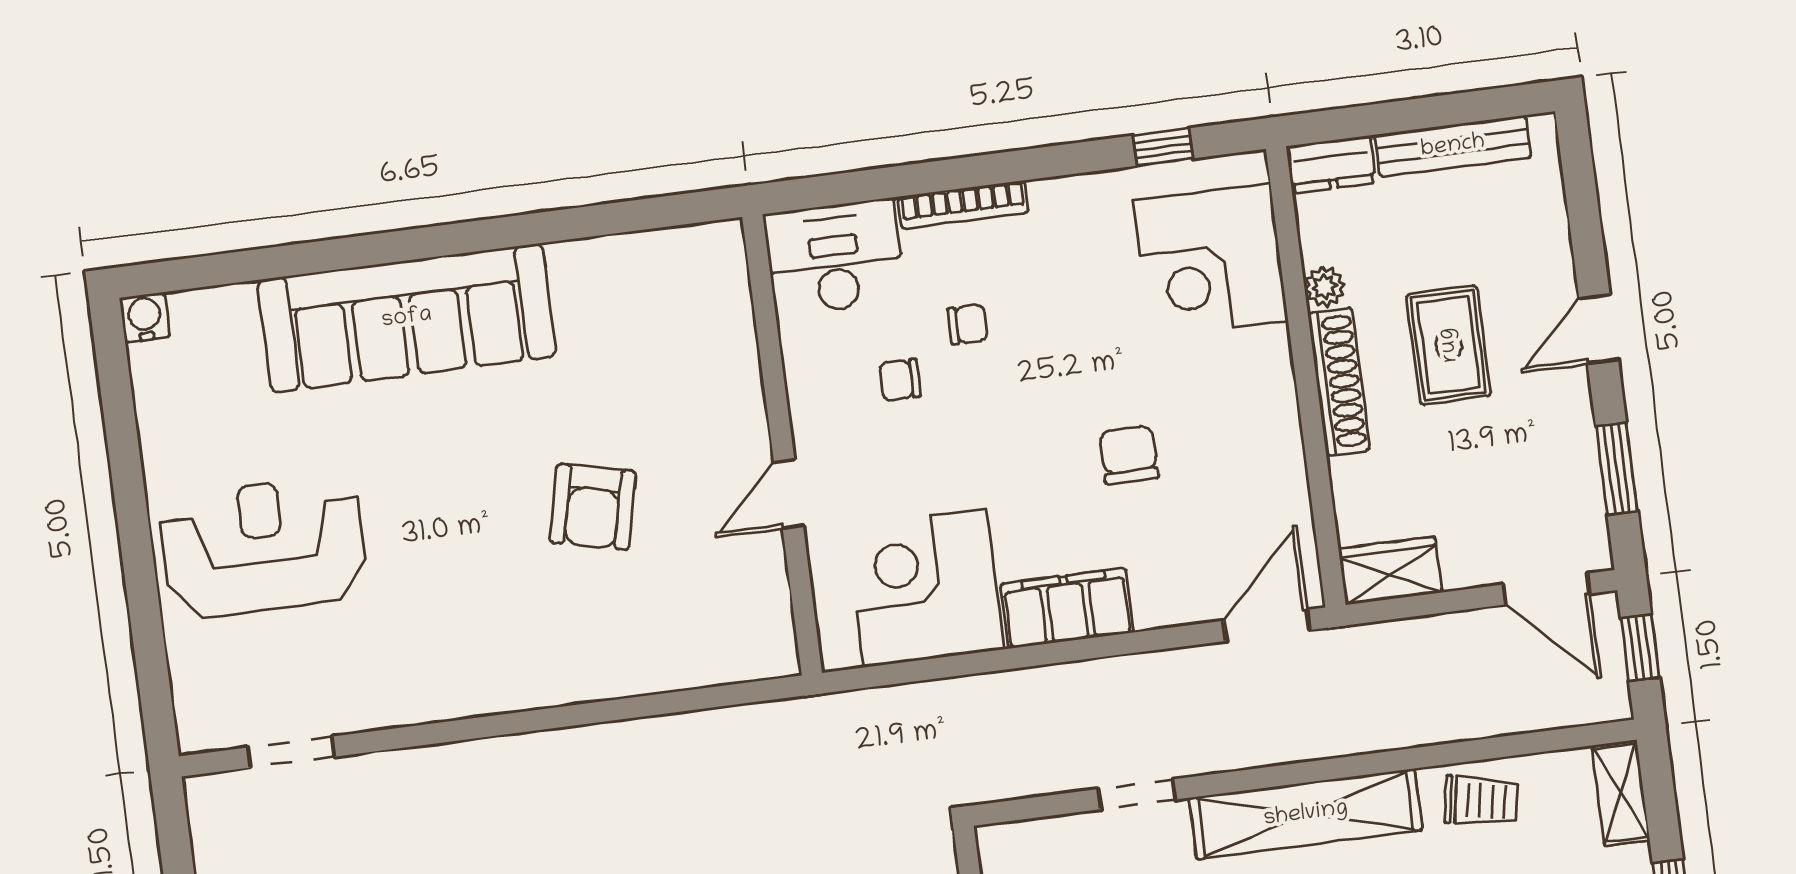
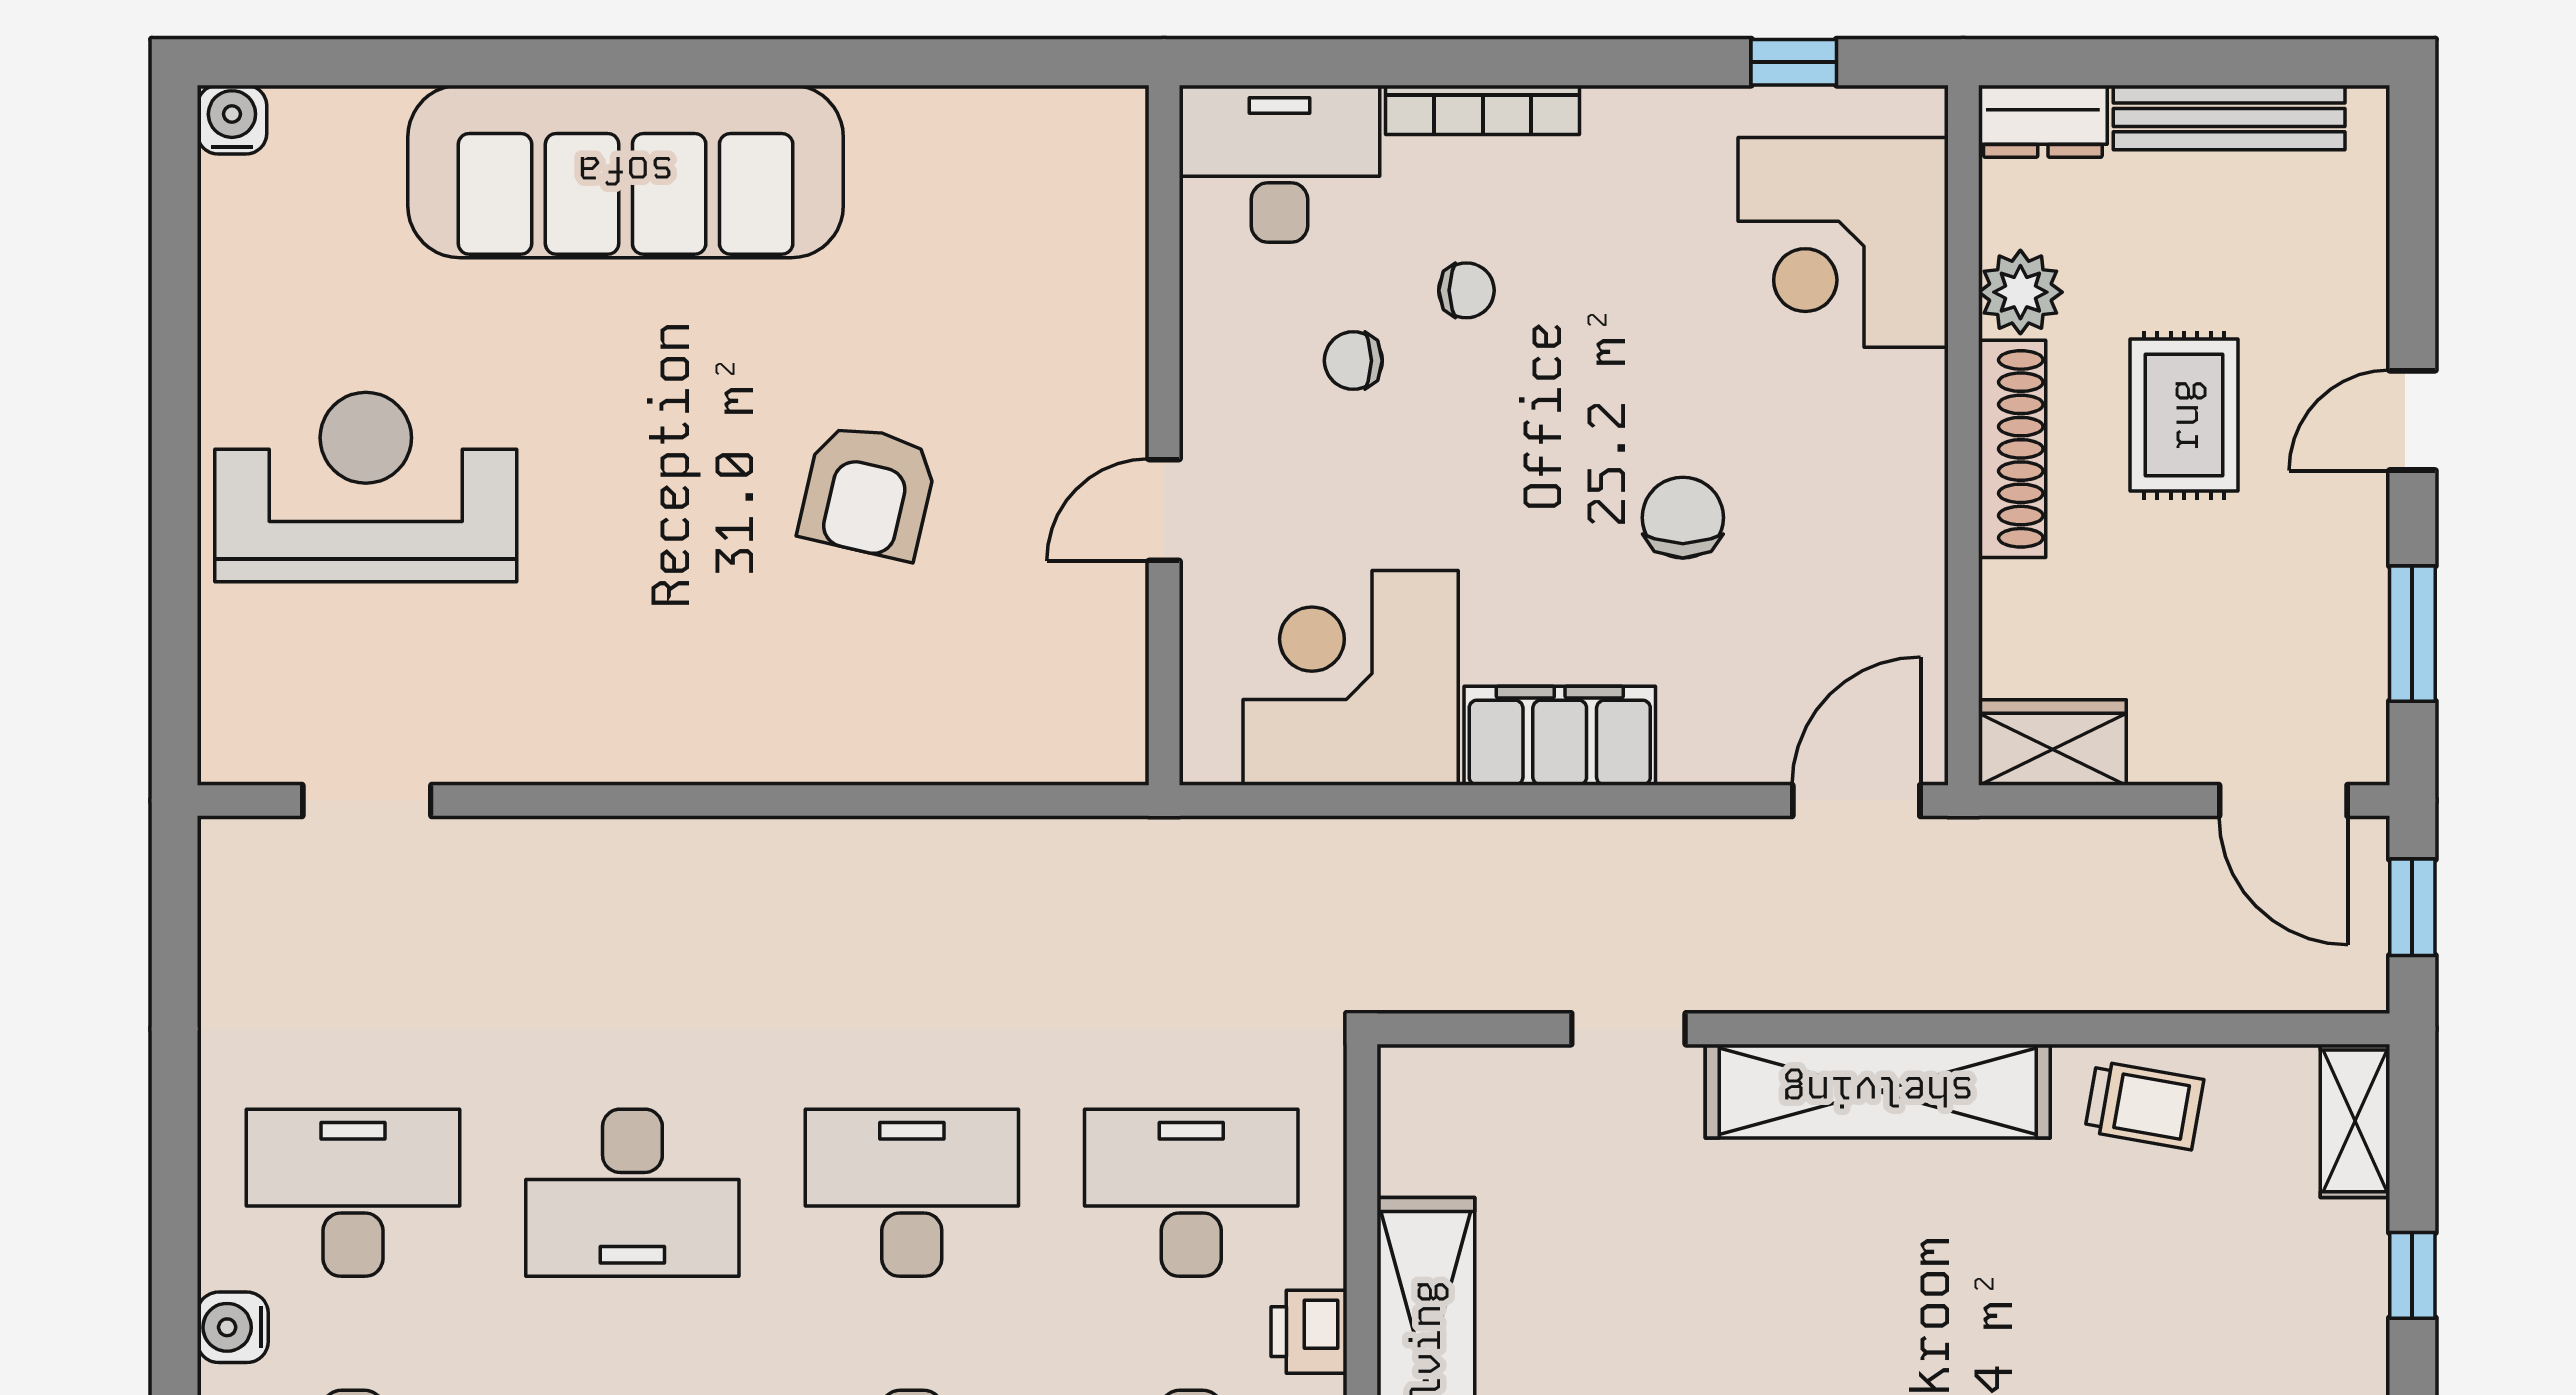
plant: (1324, 287) -> (2020, 292), width x1.38, depth x1.38

